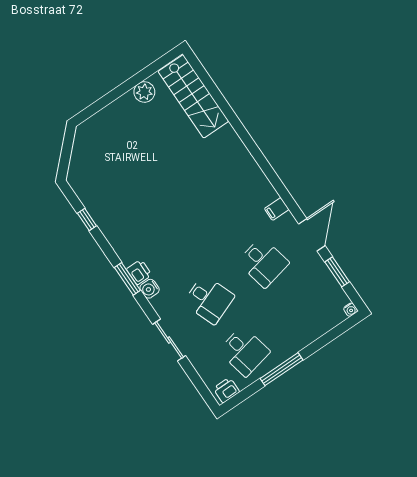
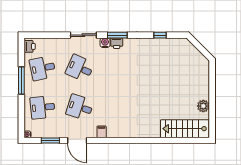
desk: (263, 262) -> (80, 107), turned 30
desk: (209, 299) -> (80, 68), turned 45
desk: (299, 314) -> (43, 107), added
sliding door: (169, 340) -> (83, 35), moved

